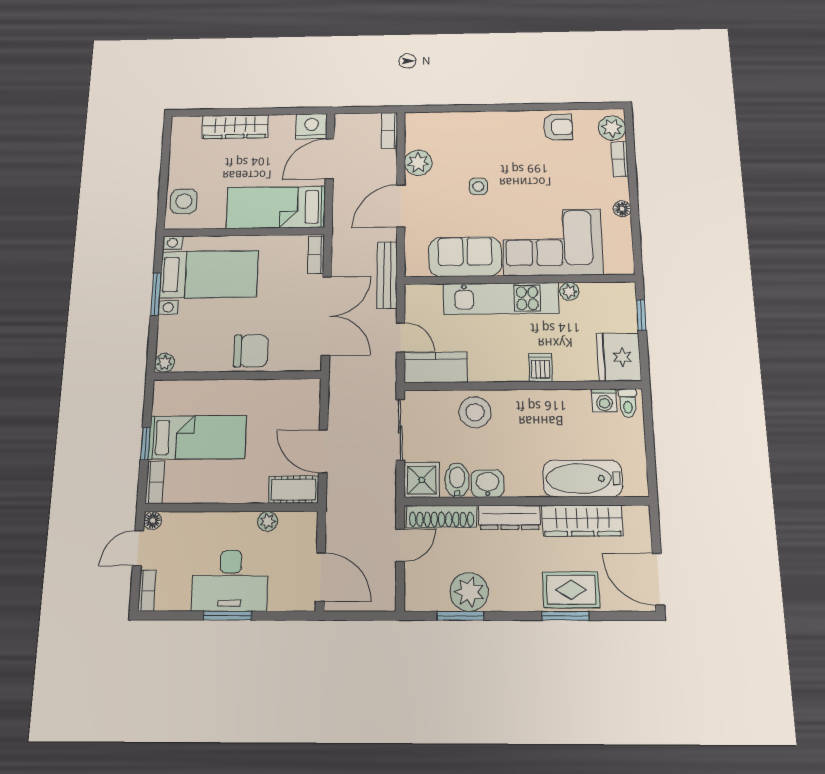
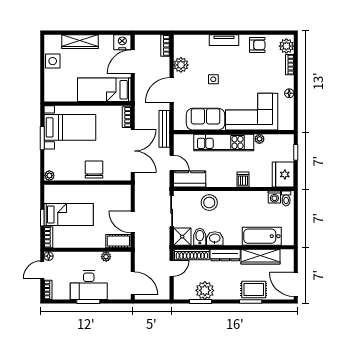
tv unit: (497, 120) -> (224, 40), added
side table: (184, 201) -> (53, 61), moved
chair: (251, 351) -> (94, 170), turned -90

